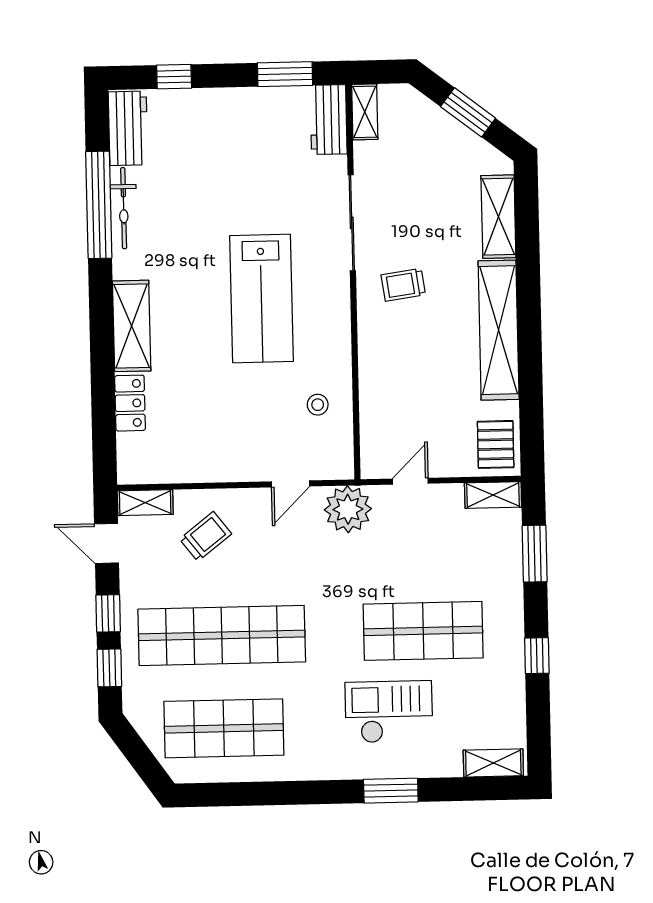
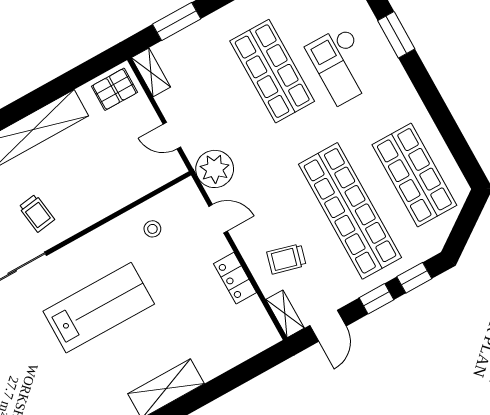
locker: (130, 403) -> (235, 278), moved, turned -90
trolley: (206, 536) -> (286, 259), turned -37

